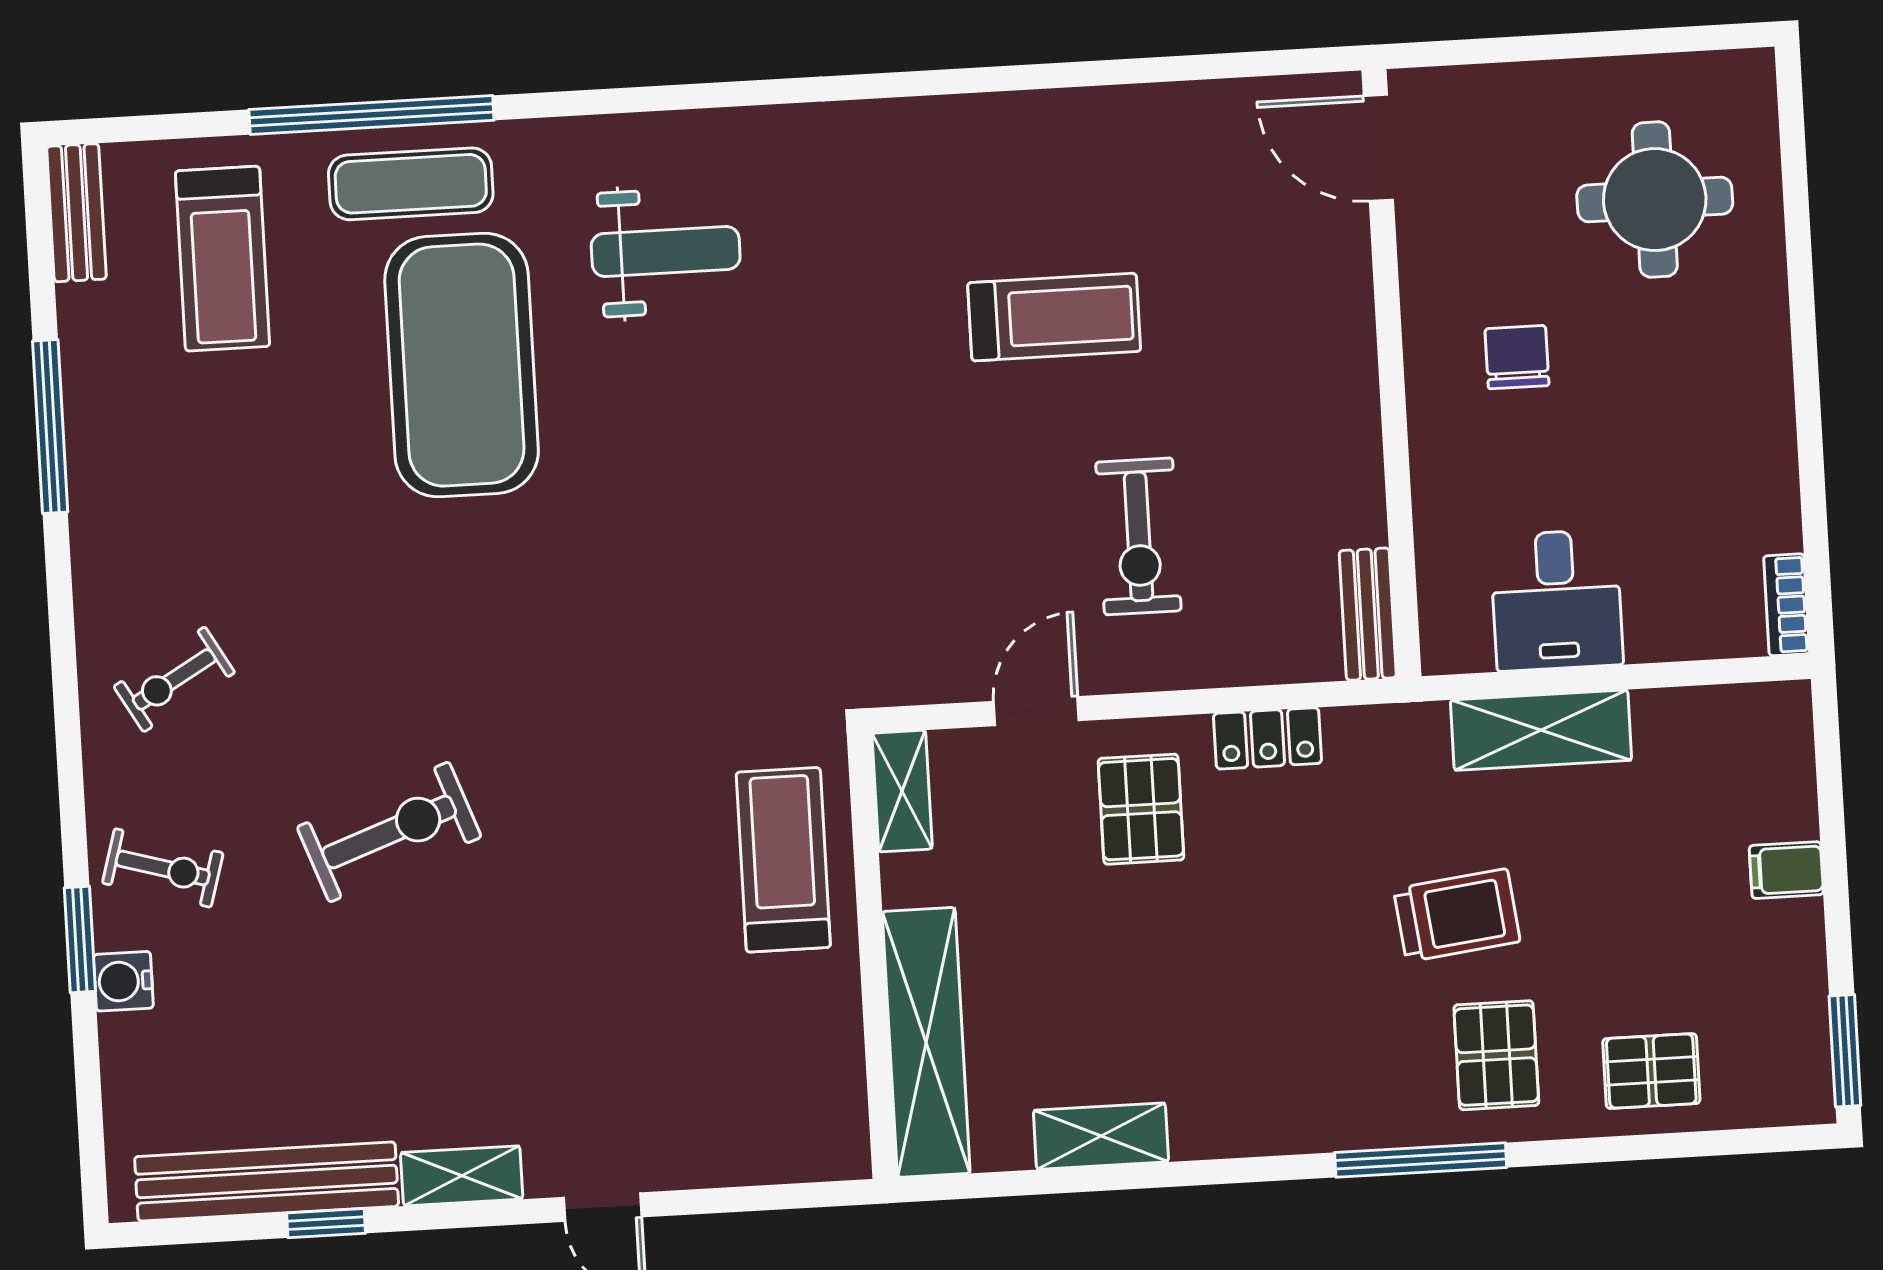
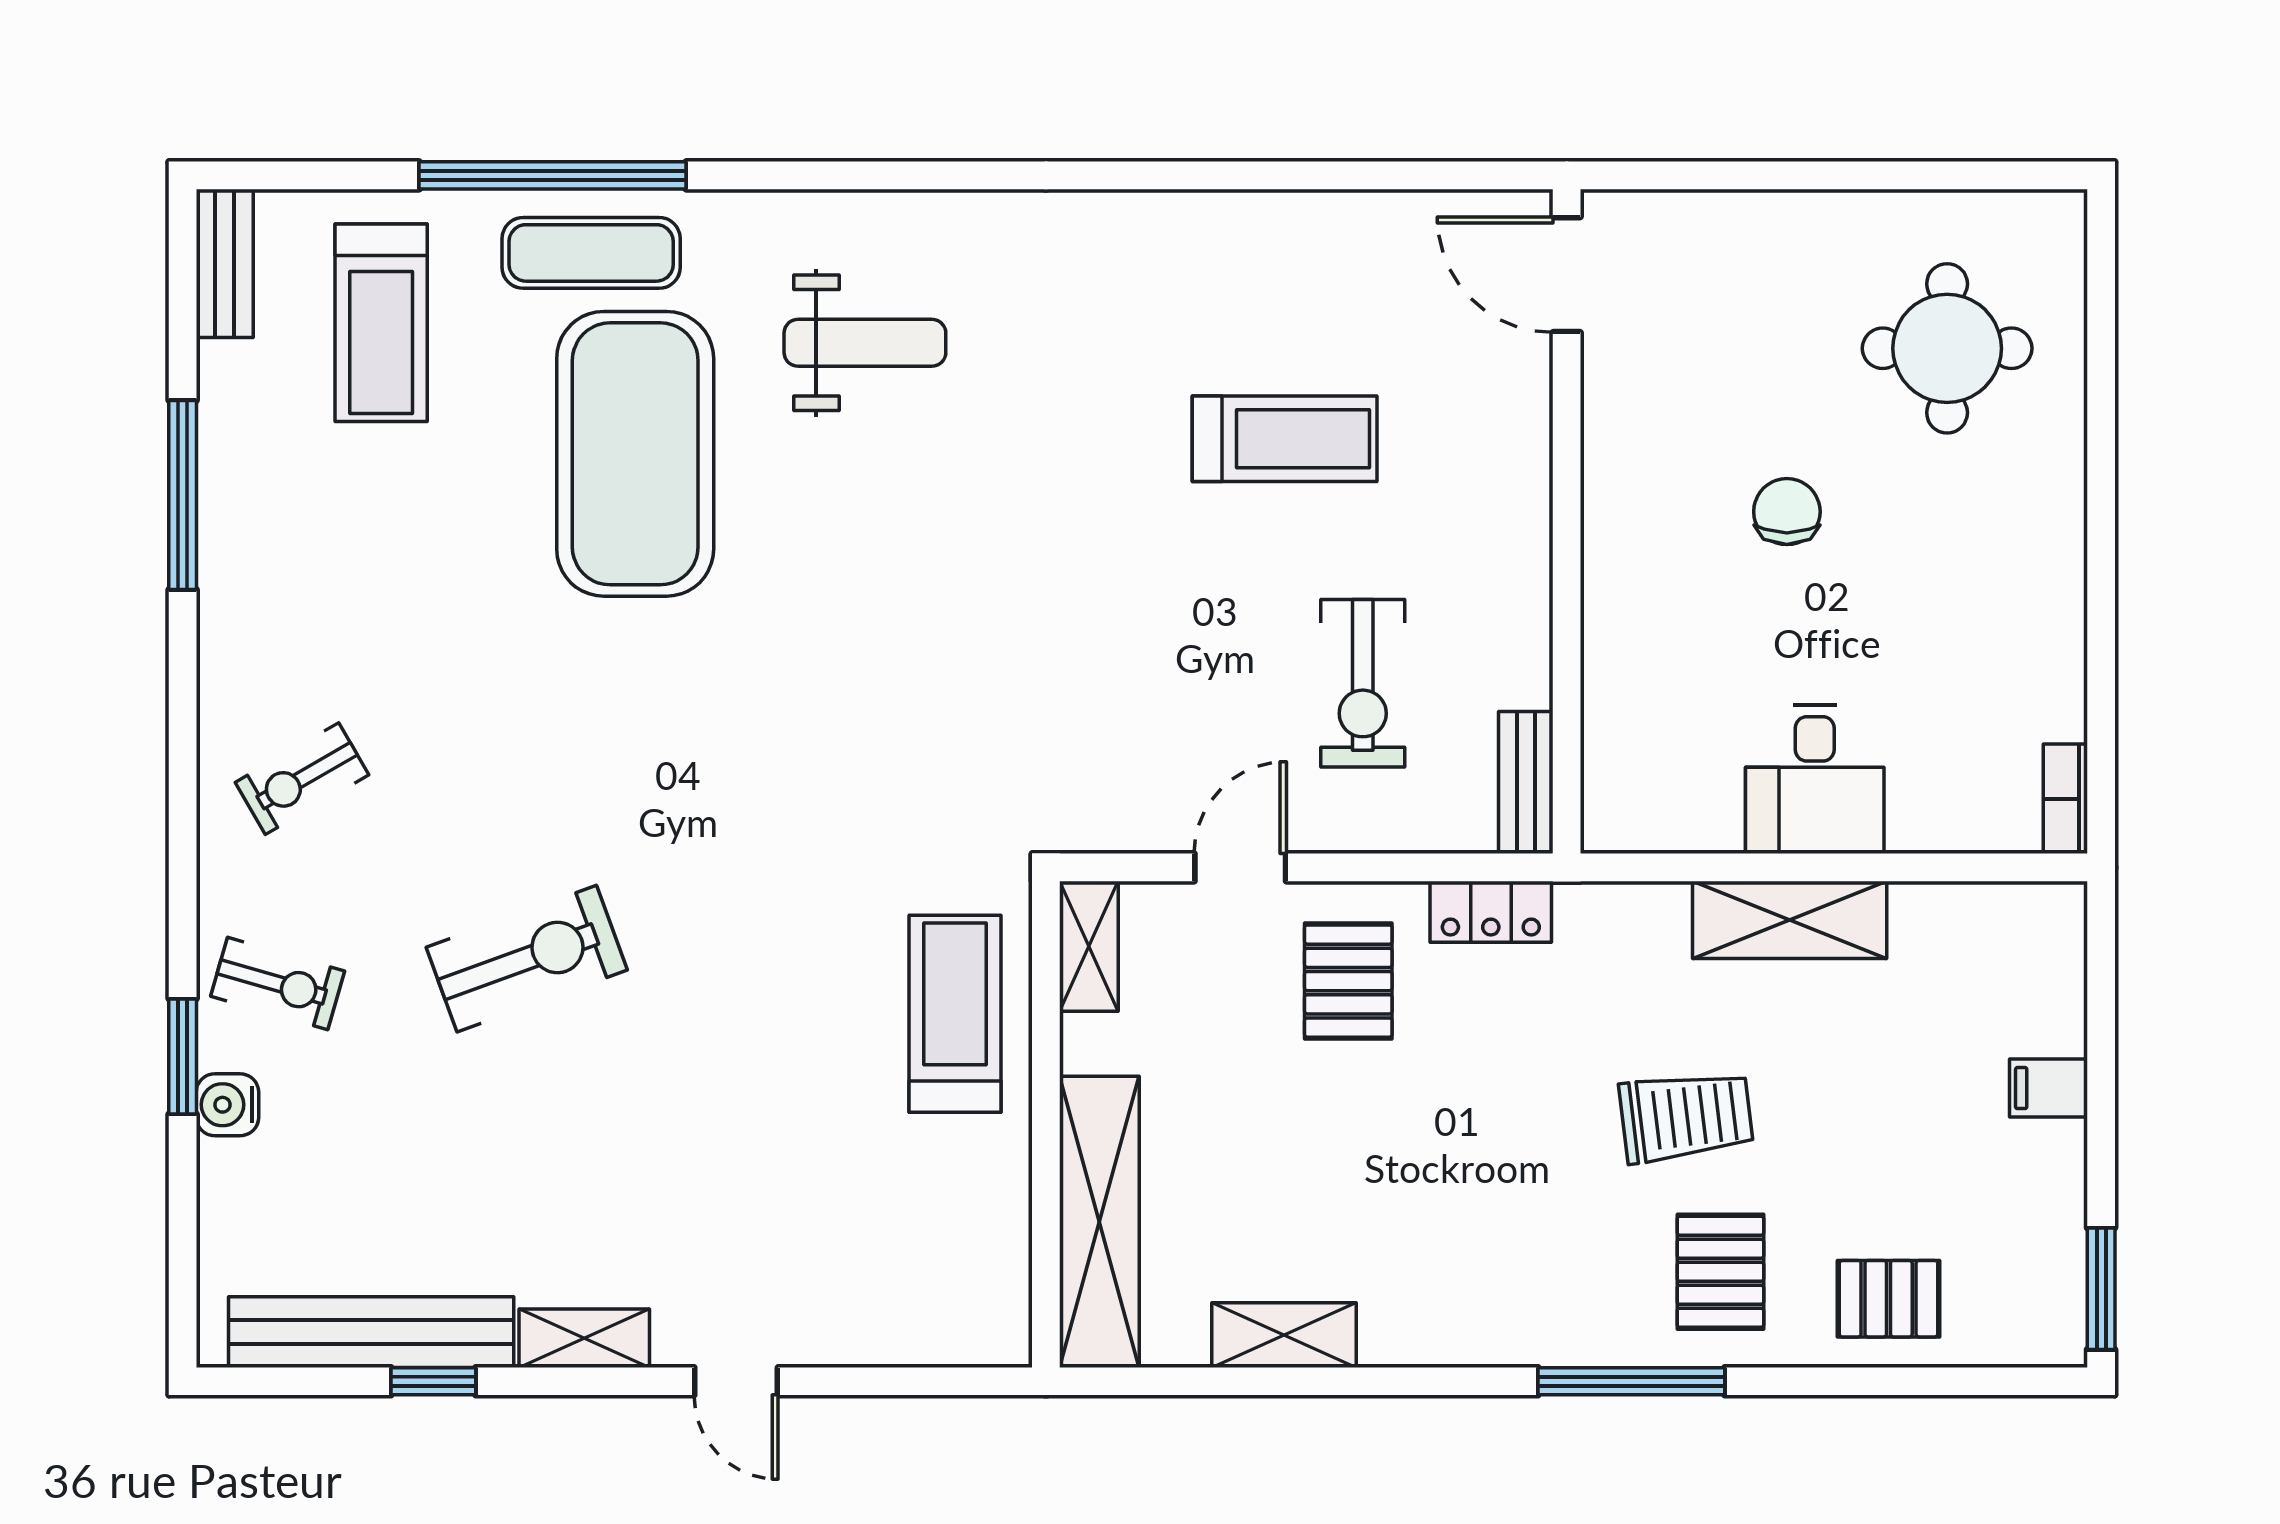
door: (1378, 148) -> (1567, 275), moved
wall: (1391, 373) -> (1567, 521), moved
bench: (1368, 614) -> (1526, 783), moved

